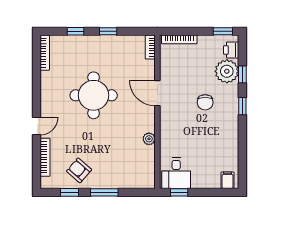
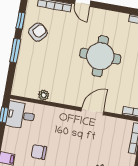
chair: (205, 102) -> (39, 152), moved
plant: (149, 139) -> (44, 95), moved

